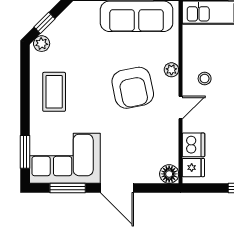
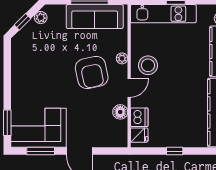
plant: (42, 44) -> (41, 18), moved
stool: (205, 79) -> (148, 65), width x1.89, depth x1.89
coffee table: (54, 92) -> (30, 76), removed
floor lamp: (169, 174) -> (120, 112), moved

